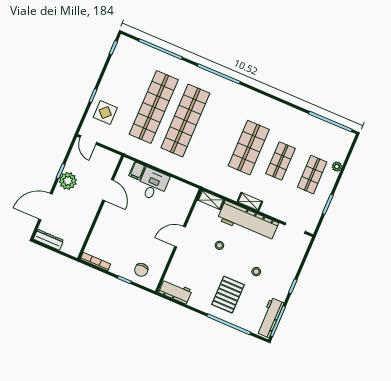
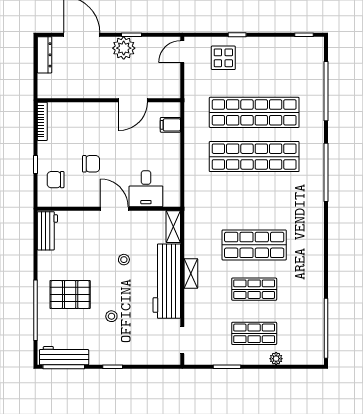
desk: (153, 184) -> (146, 189), moved, turned 90
chair: (141, 240) -> (91, 164), added

